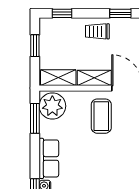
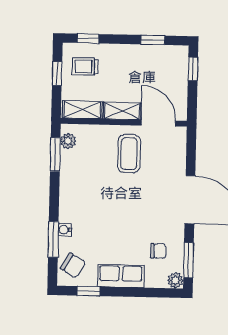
trolley: (97, 31) -> (85, 66), moved
plant: (52, 106) -> (68, 141), width x0.53, depth x0.53
row of seats: (49, 158) -> (70, 199), removed

